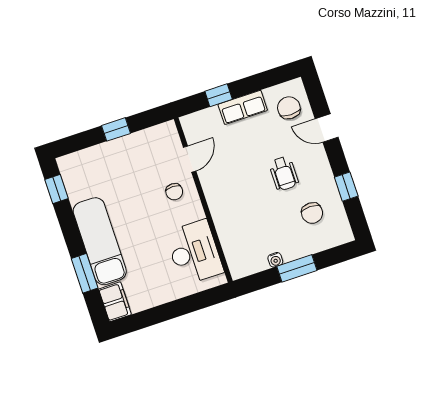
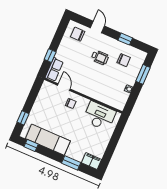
row of seats: (243, 107) -> (54, 70), moved
door: (327, 128) -> (97, 27), swing flipped
window: (116, 129) -> (23, 118), moved
exam couch: (100, 241) -> (48, 140), moved
window: (297, 268) -> (143, 74), moved

